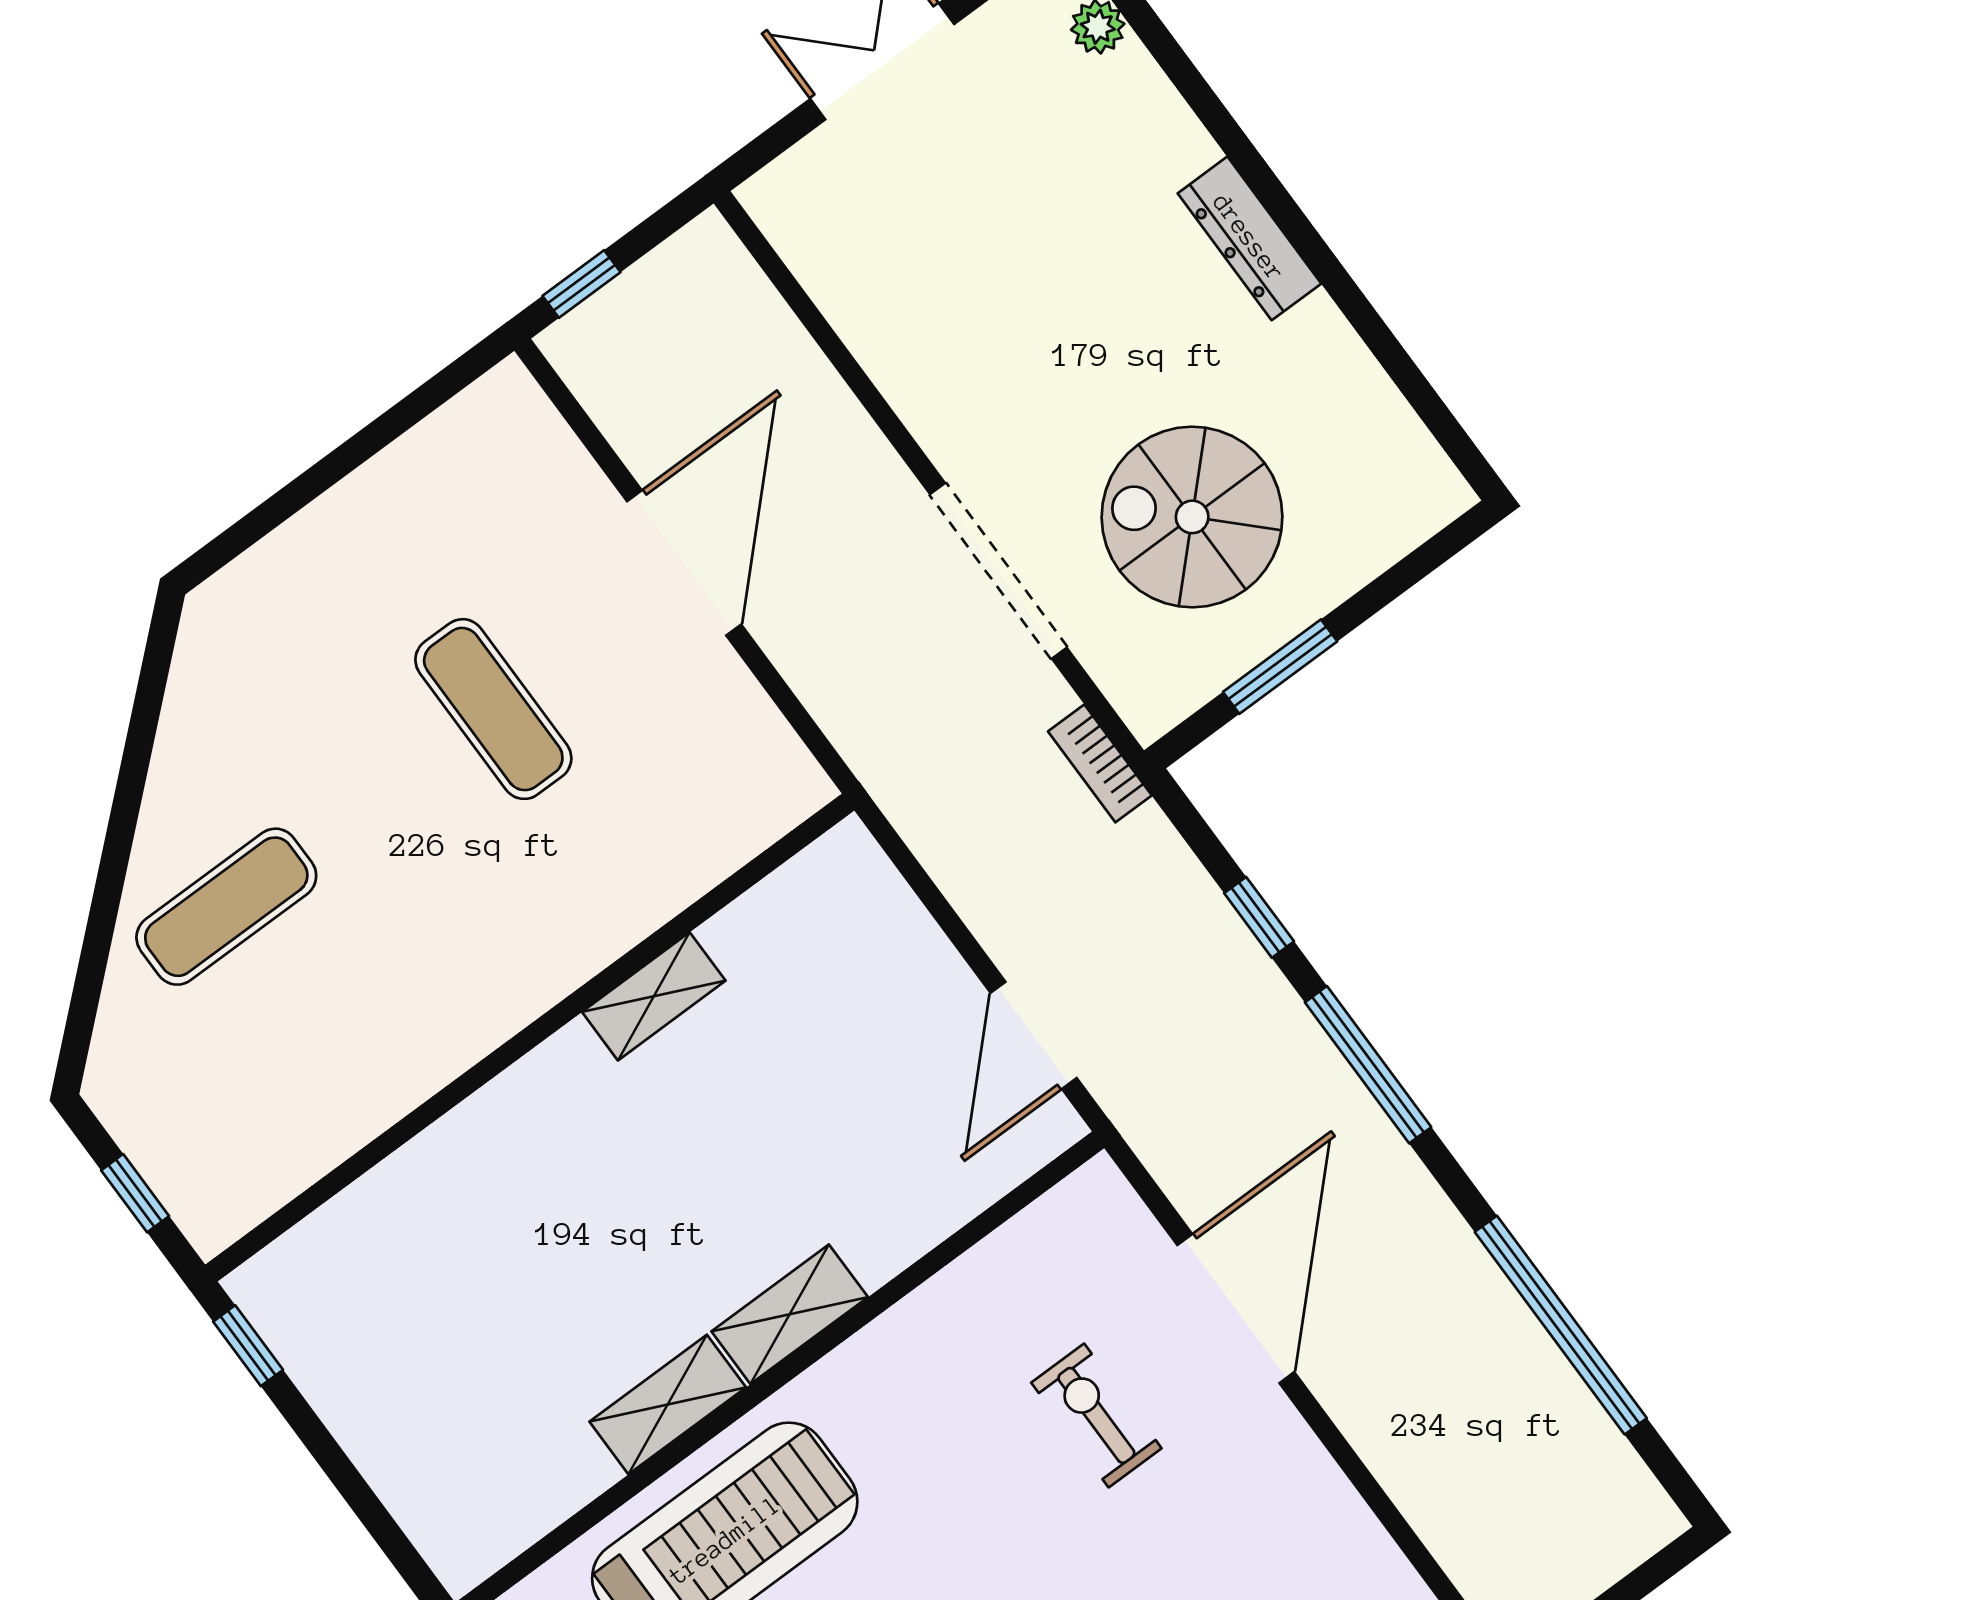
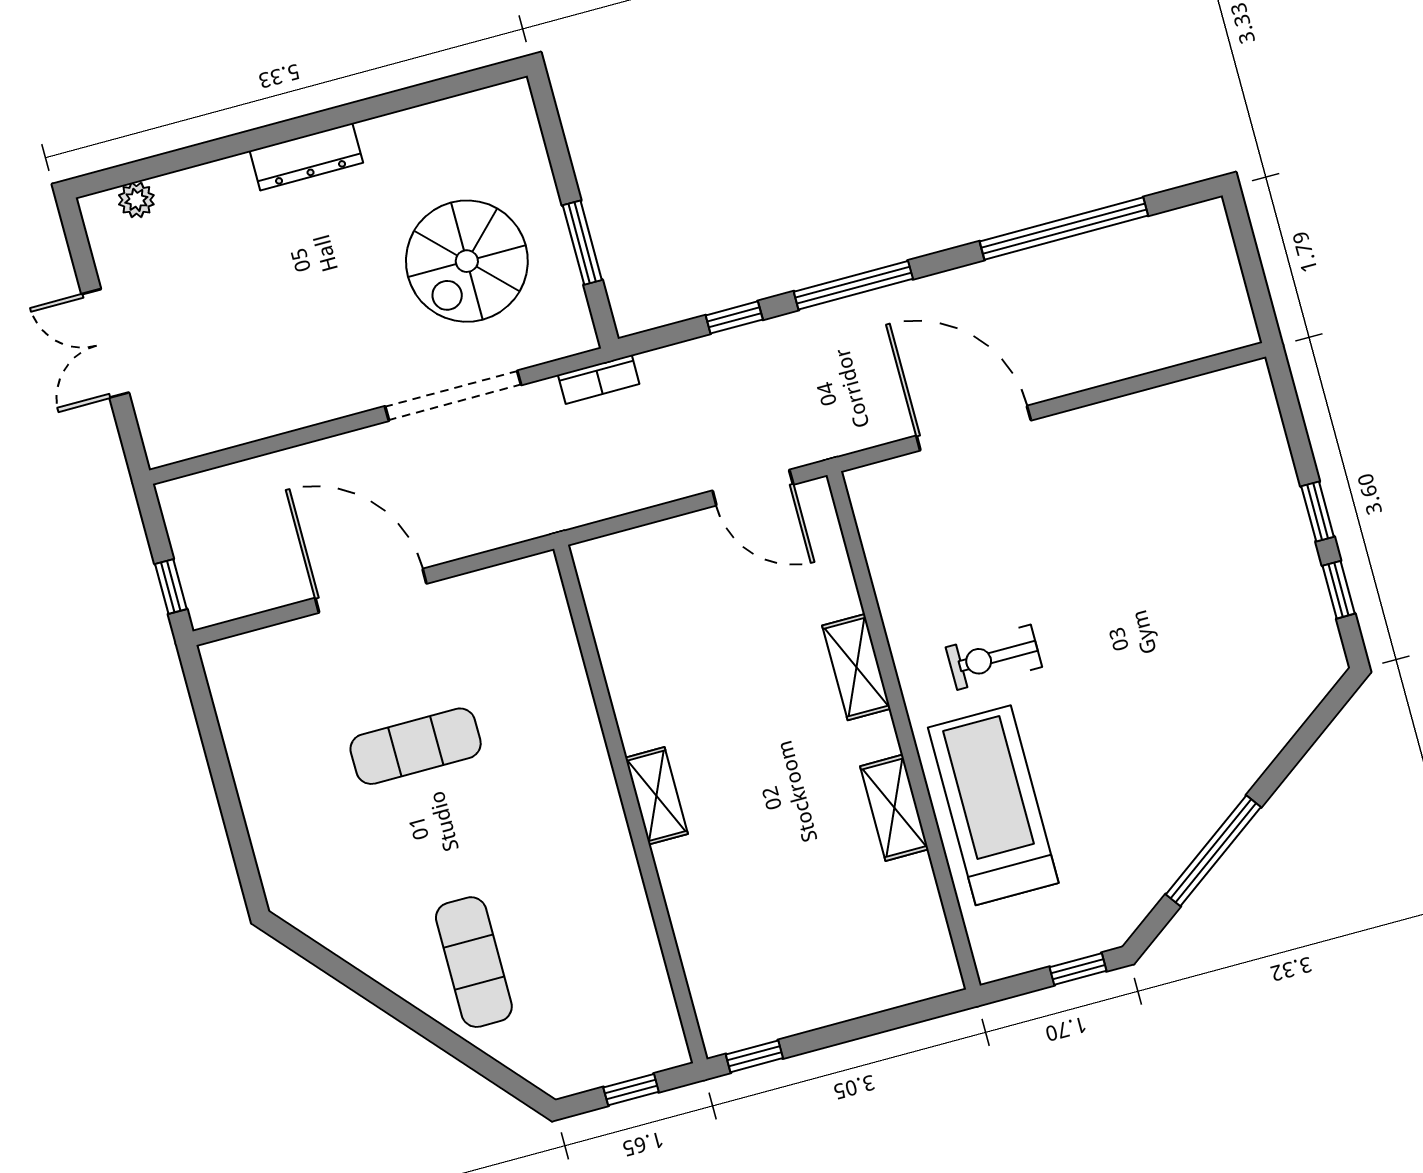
shelving: (654, 996) -> (657, 796), moved
shelving: (790, 1314) -> (856, 667), moved
exercise bike: (1096, 1415) -> (994, 657), moved

